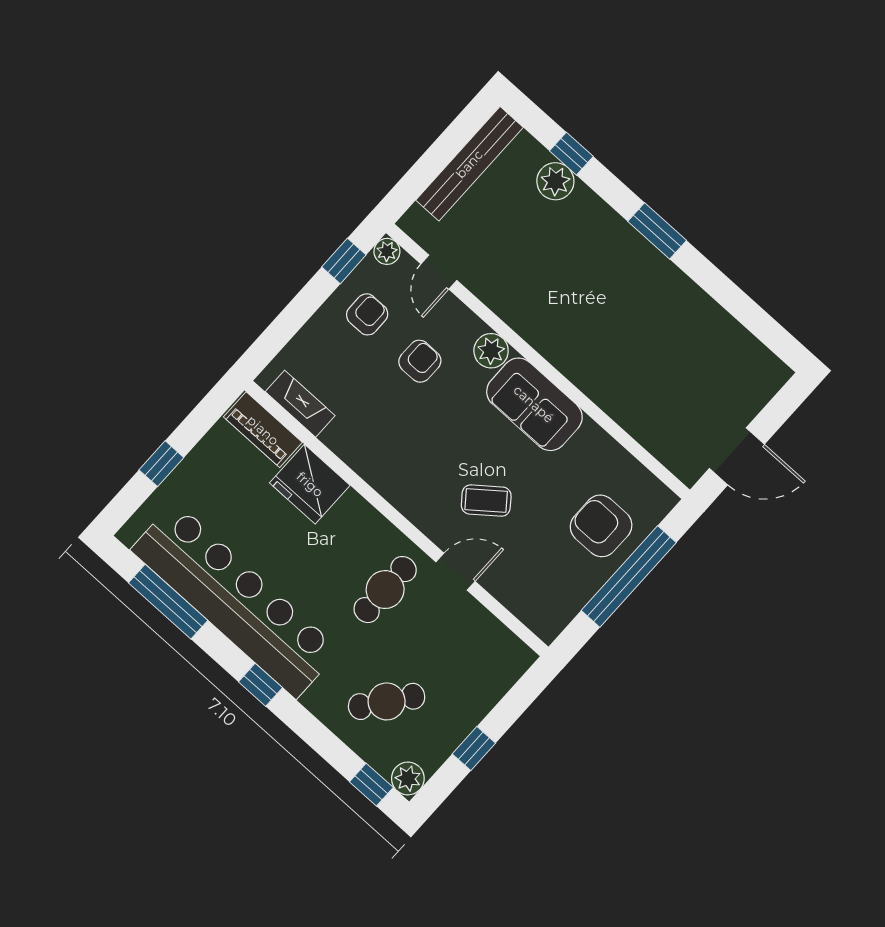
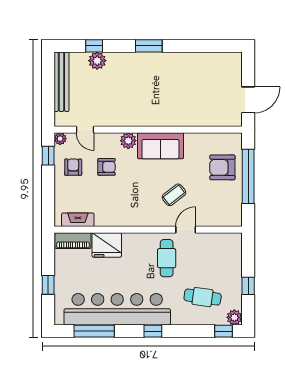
armchair: (420, 361) -> (107, 167), turned 90
cafe table: (387, 701) -> (203, 297), turned 61

